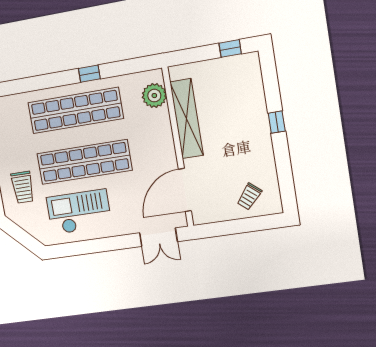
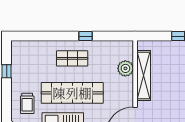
plant: (154, 96) -> (125, 68), moved
shop shelf: (76, 111) -> (72, 58), width x0.50, depth x0.74

